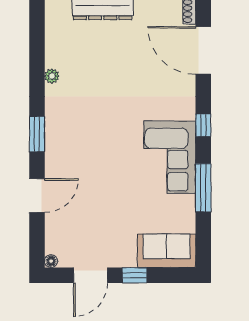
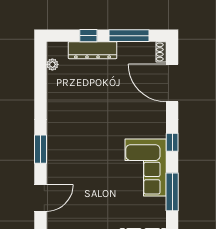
plant: (52, 76) -> (52, 64), moved

